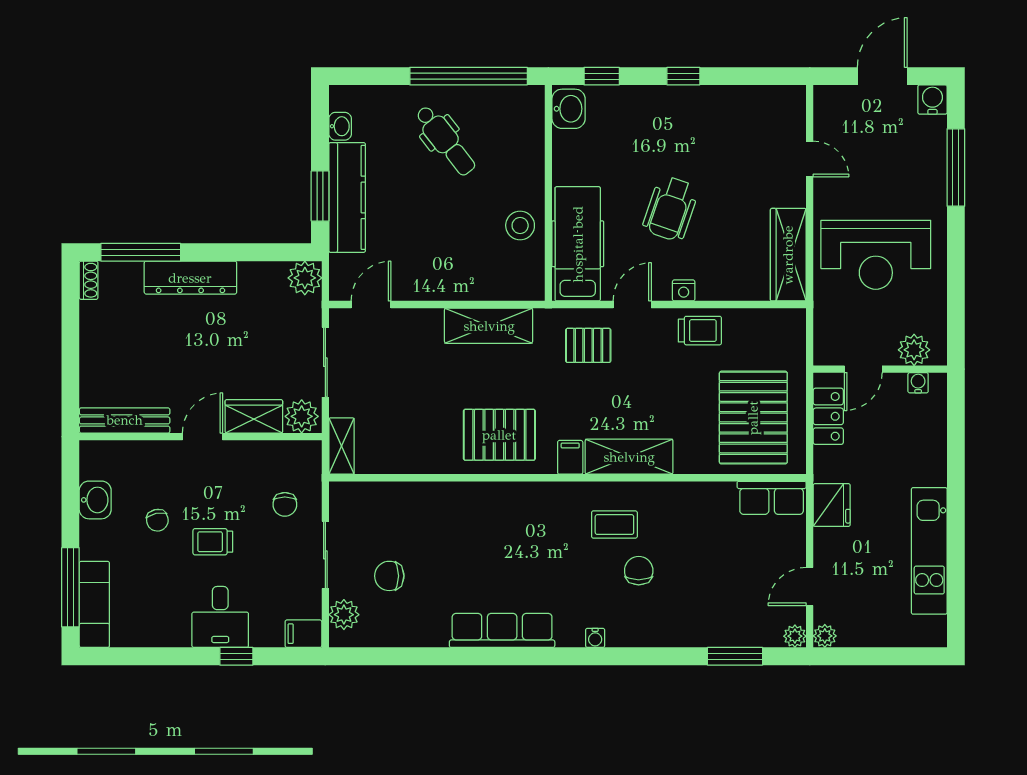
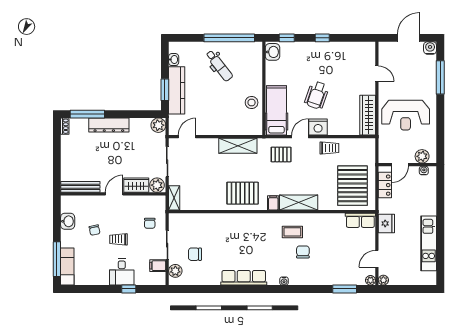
nightstand: (684, 290) -> (318, 127), width x1.89, depth x1.79
filing cabinet: (303, 634) -> (158, 266), moved

